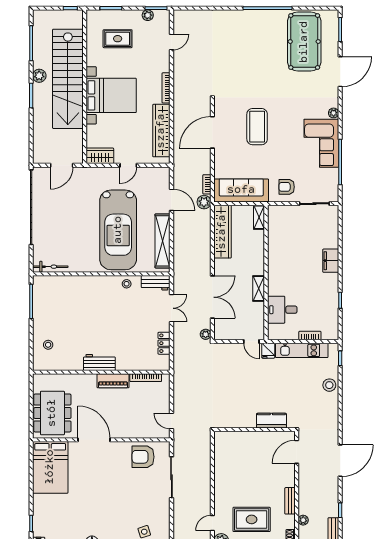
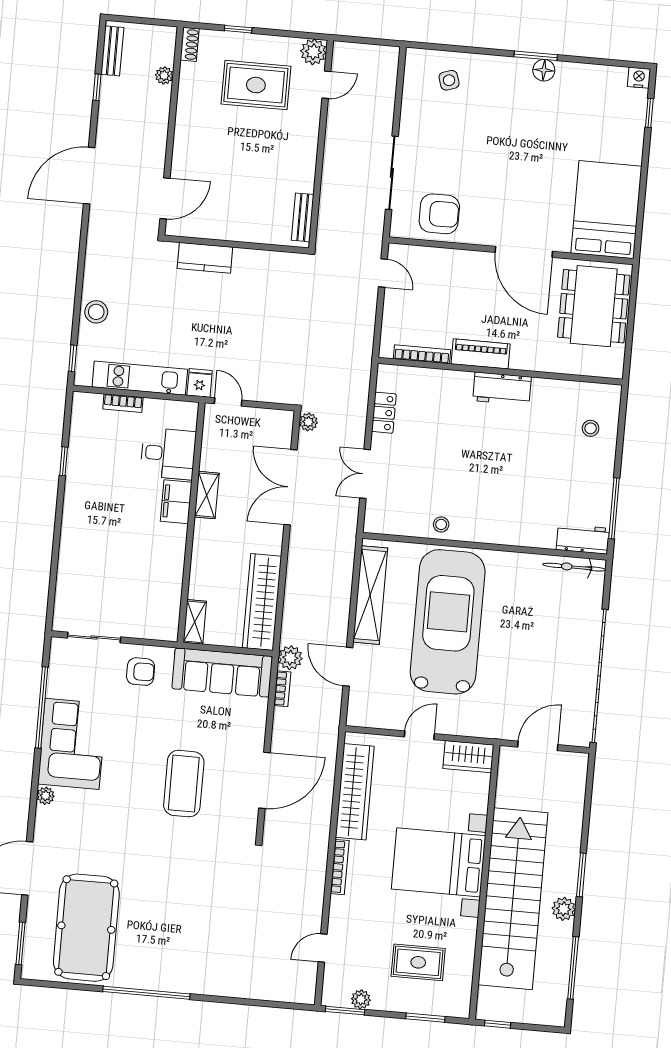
filing cabinet: (331, 261) -> (176, 502), moved, turned 180
workbench: (156, 283) -> (583, 539), moved
bench: (290, 501) -> (303, 217), moved

